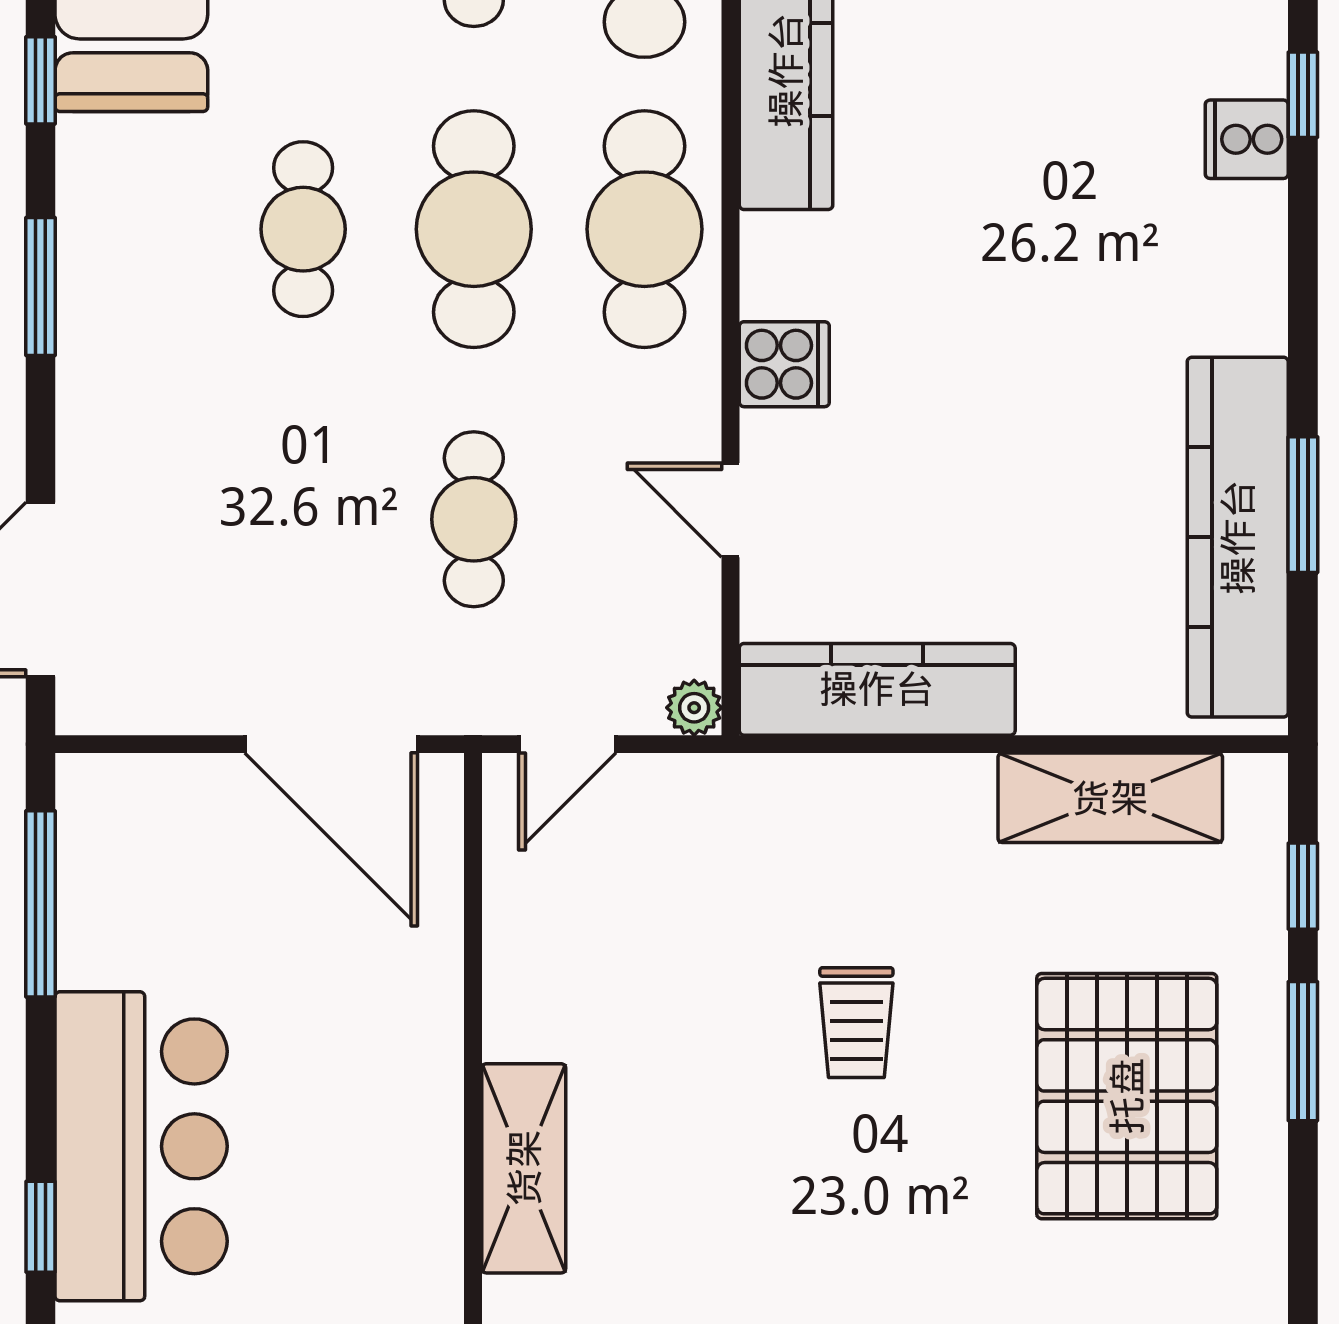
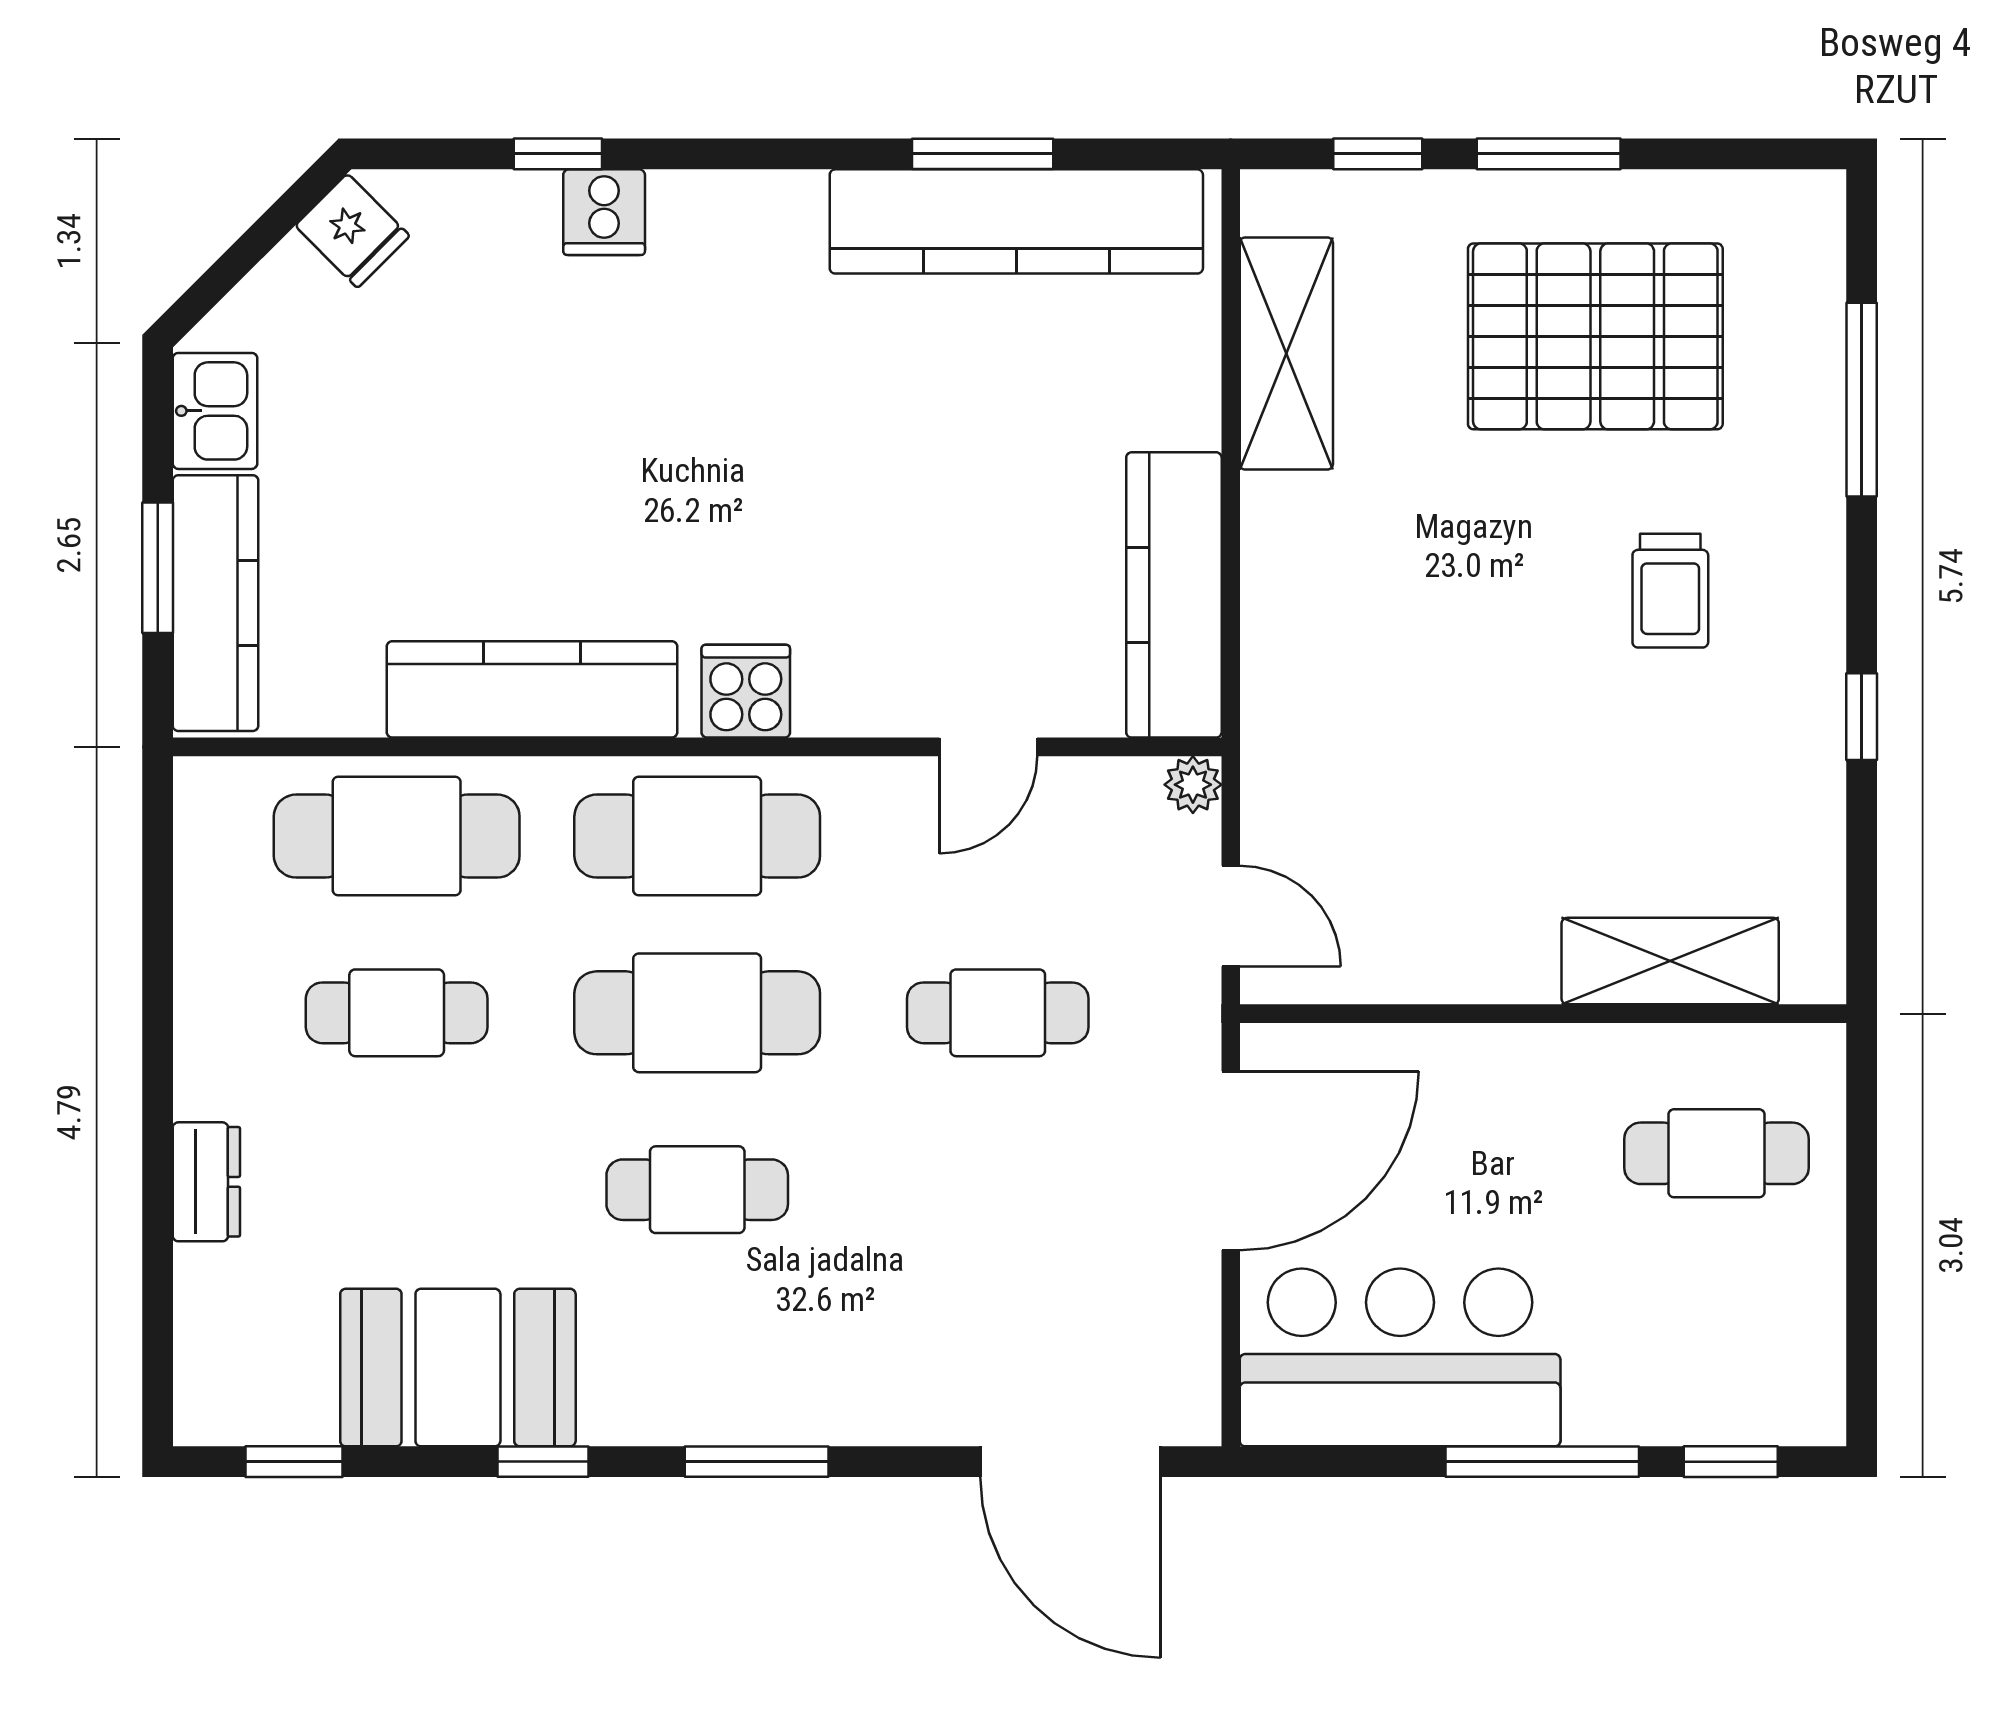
cooker: (784, 364) -> (746, 691), moved
window: (40, 904) -> (1542, 1462), moved
trolley: (856, 1023) -> (1670, 591), moved, turned 90
bar counter: (141, 1146) -> (1400, 1357), moved
cafe table: (338, 1213) -> (1716, 1153), added

